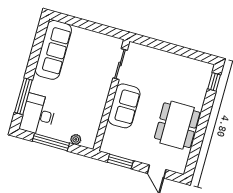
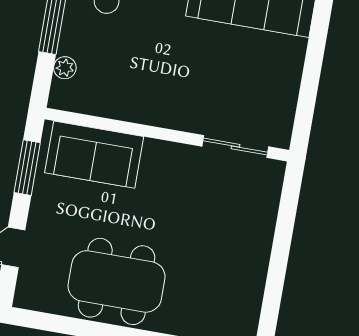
sofa: (124, 106) -> (94, 155), moved

